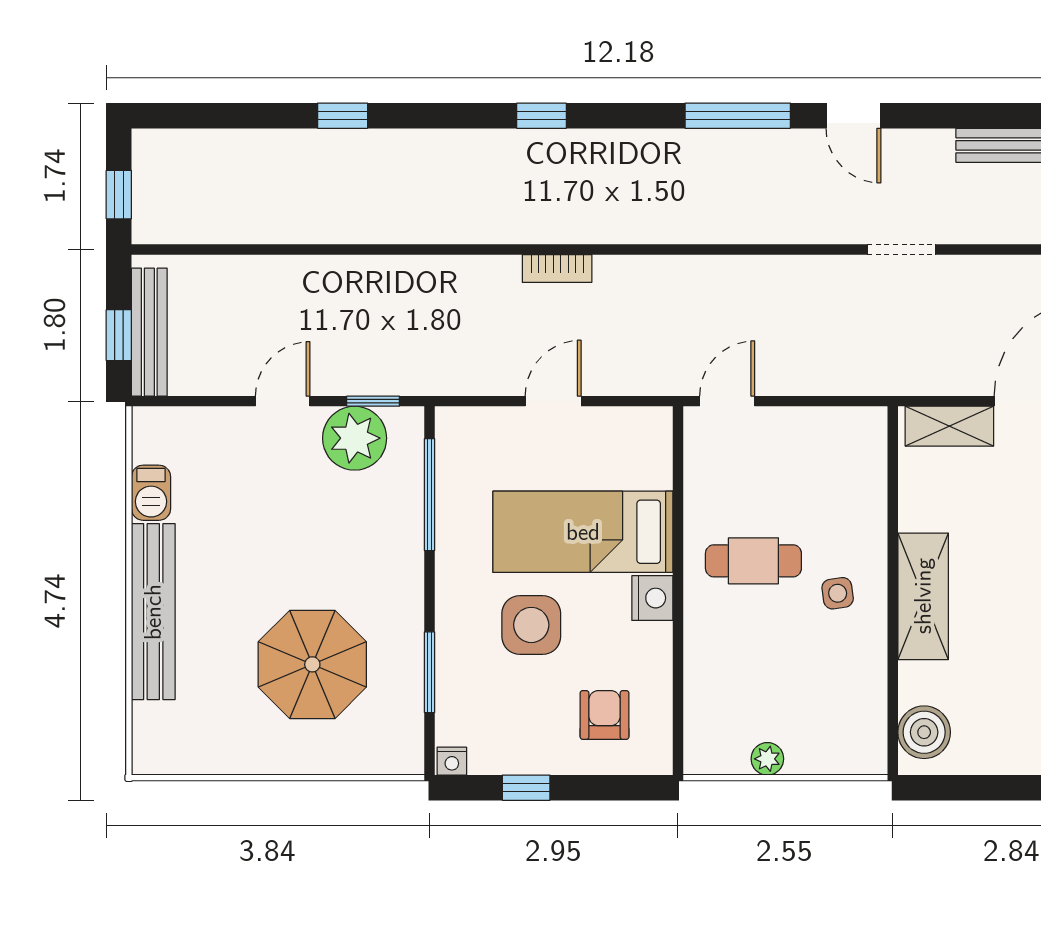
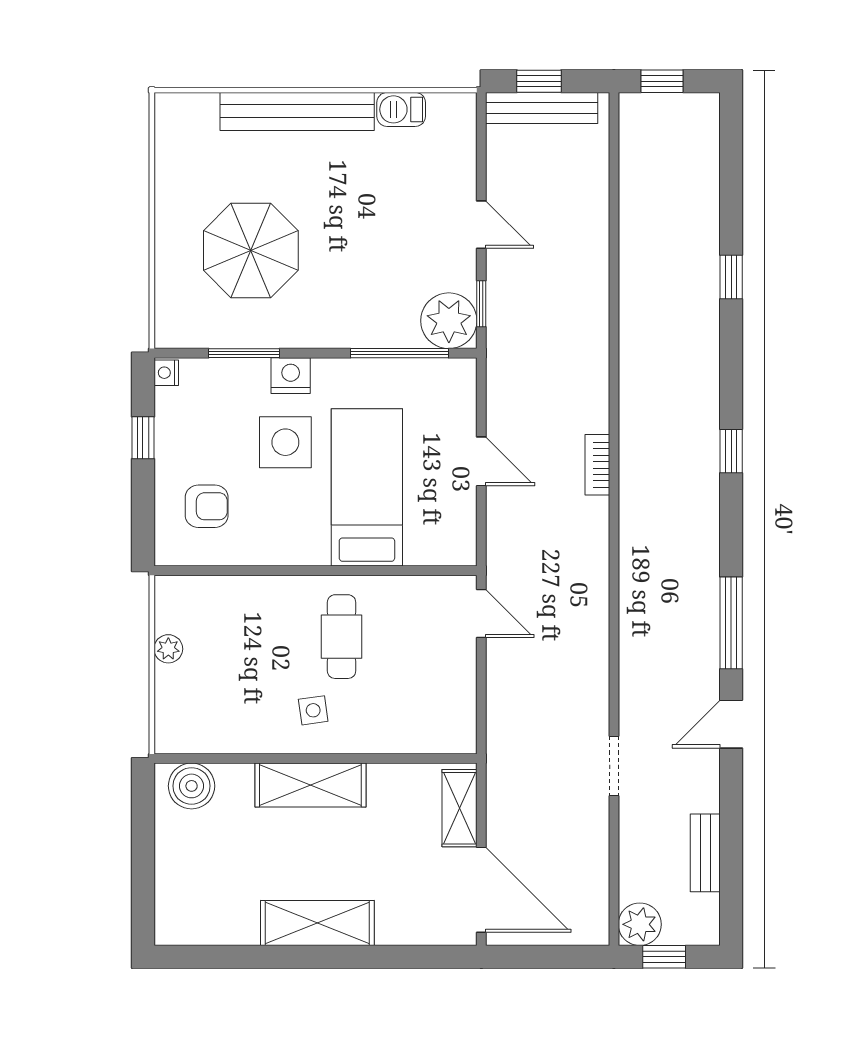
plant: (355, 438) -> (449, 321), moved
nightstand: (652, 598) -> (291, 376), moved, turned 180

